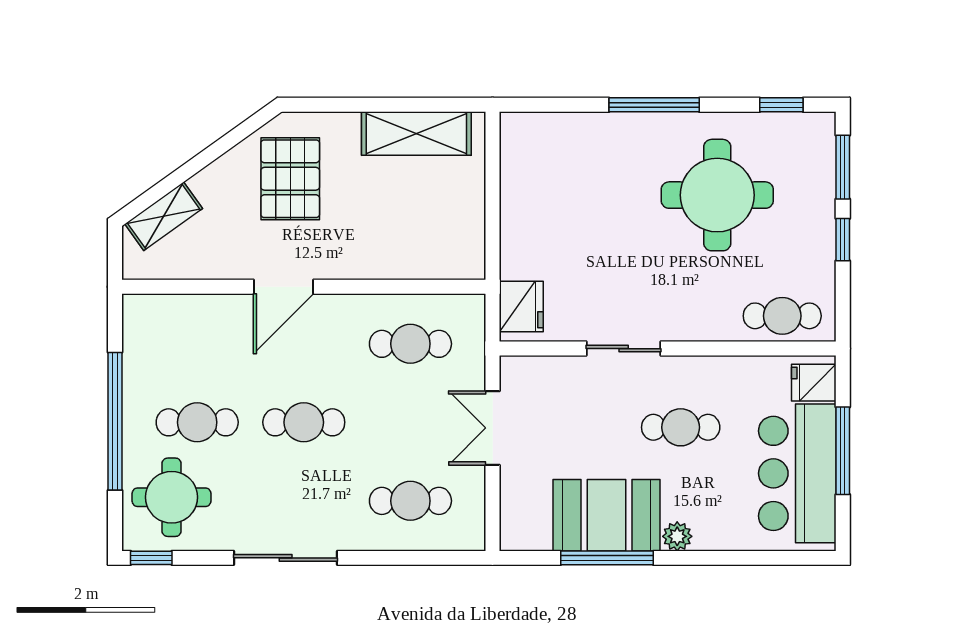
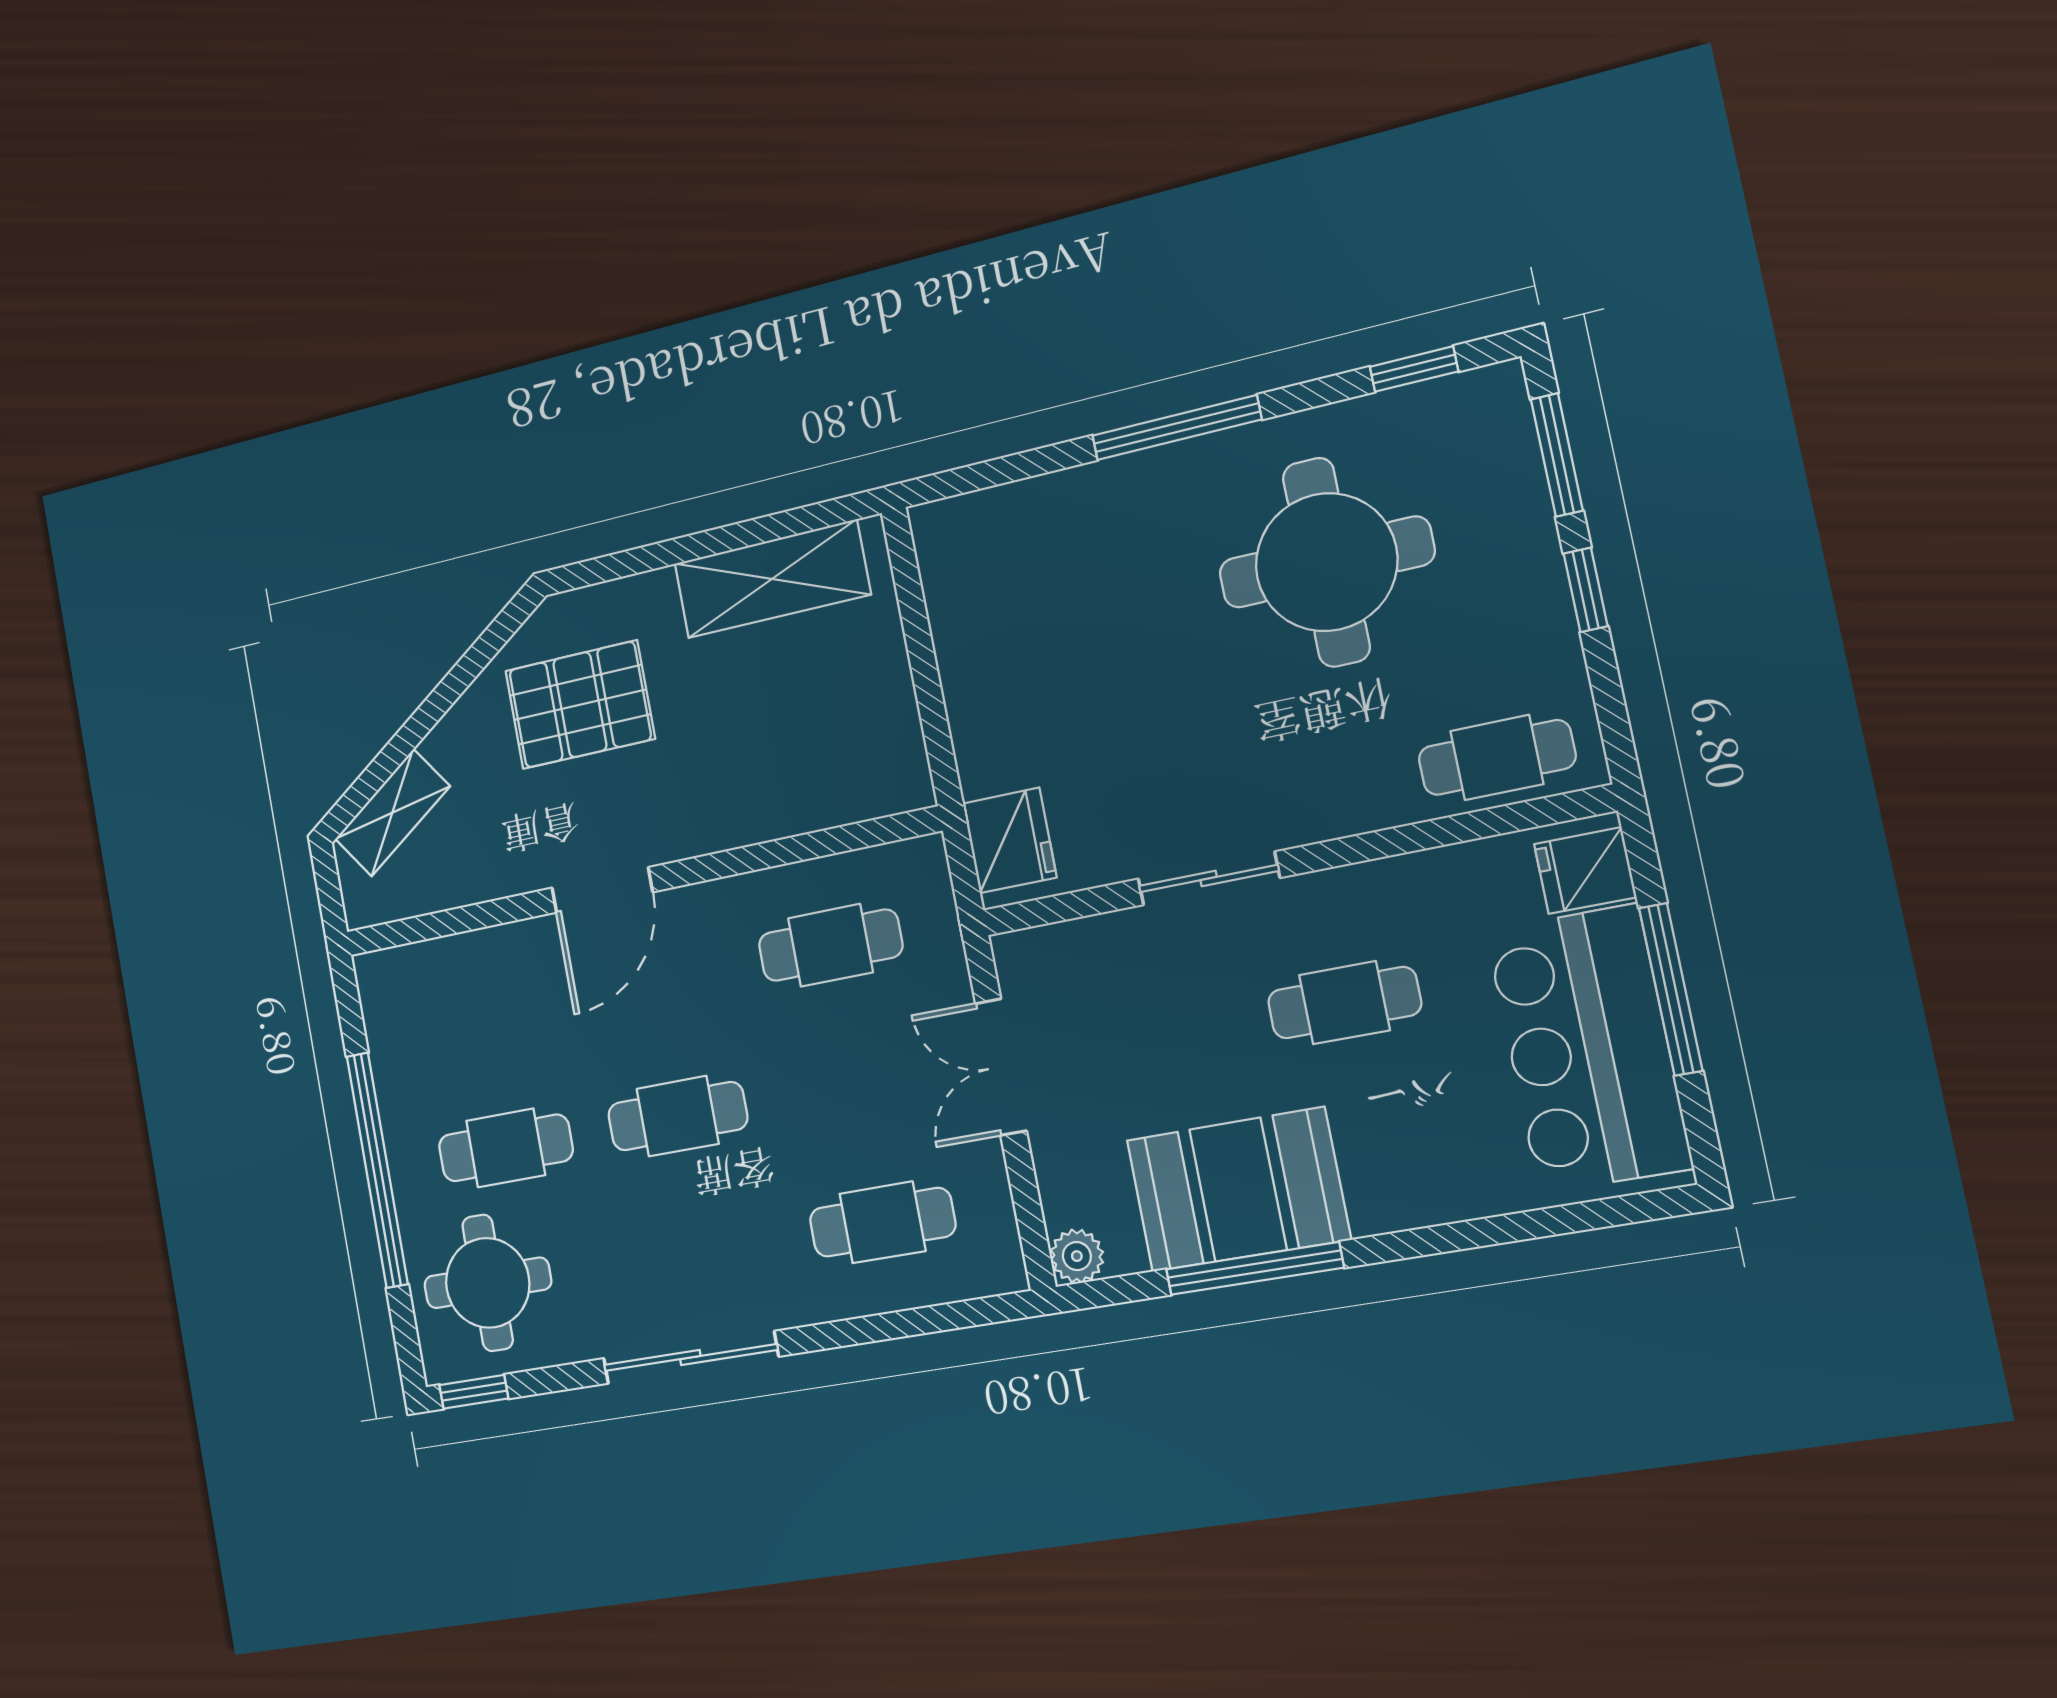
pallet: (290, 179) -> (580, 705), turned 90
plant: (677, 536) -> (1077, 1256), moved

